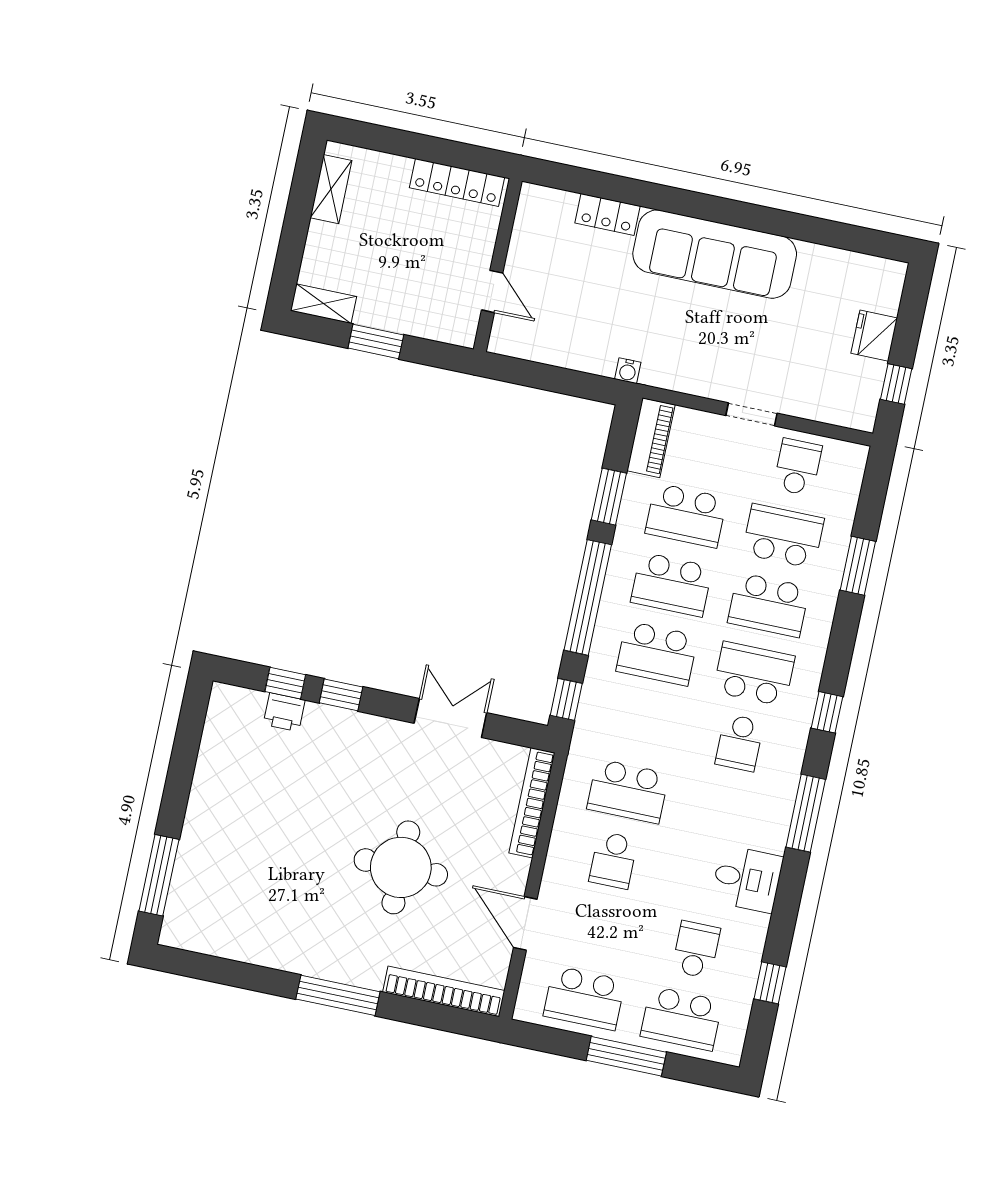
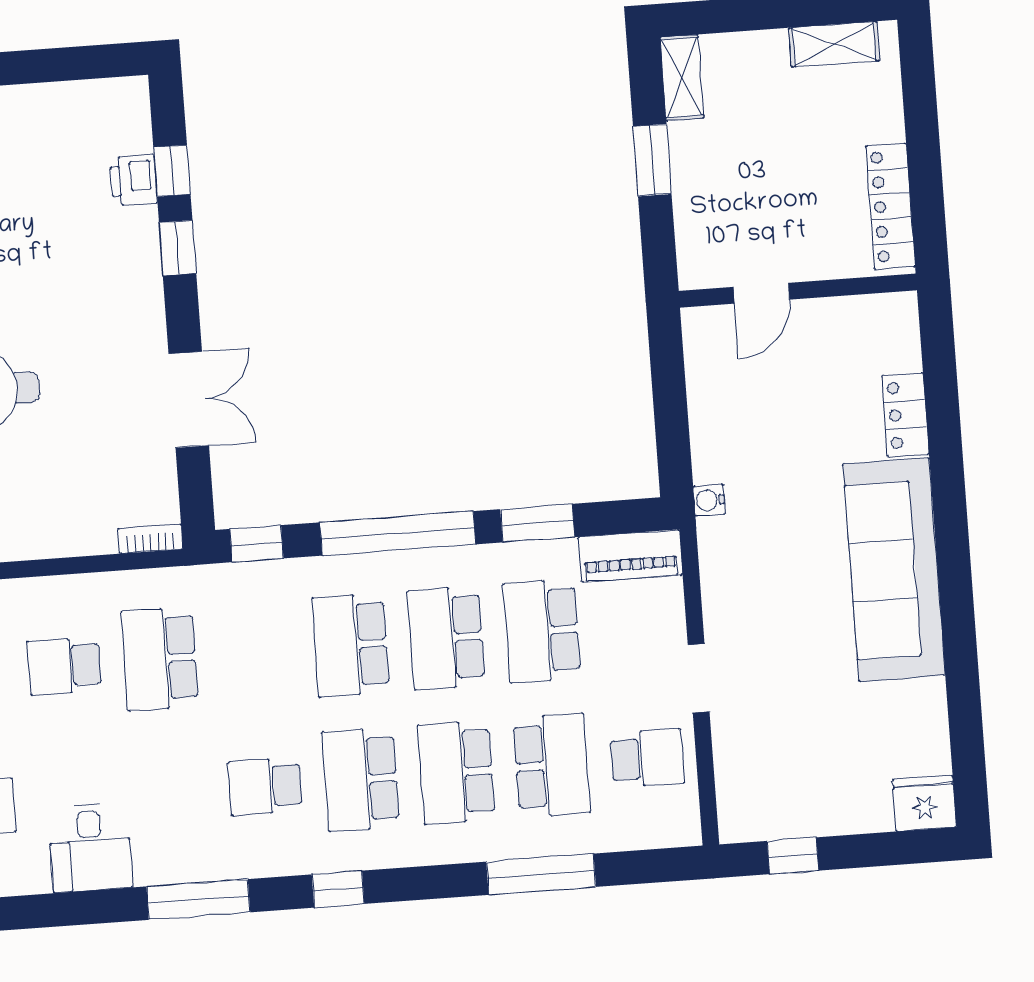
fridge: (874, 336) -> (924, 803), moved
window: (858, 566) -> (541, 874), width x1.44
school desk: (754, 674) -> (361, 779), turned 180
bookcase: (532, 803) -> (150, 539), width x0.43, depth x0.76

